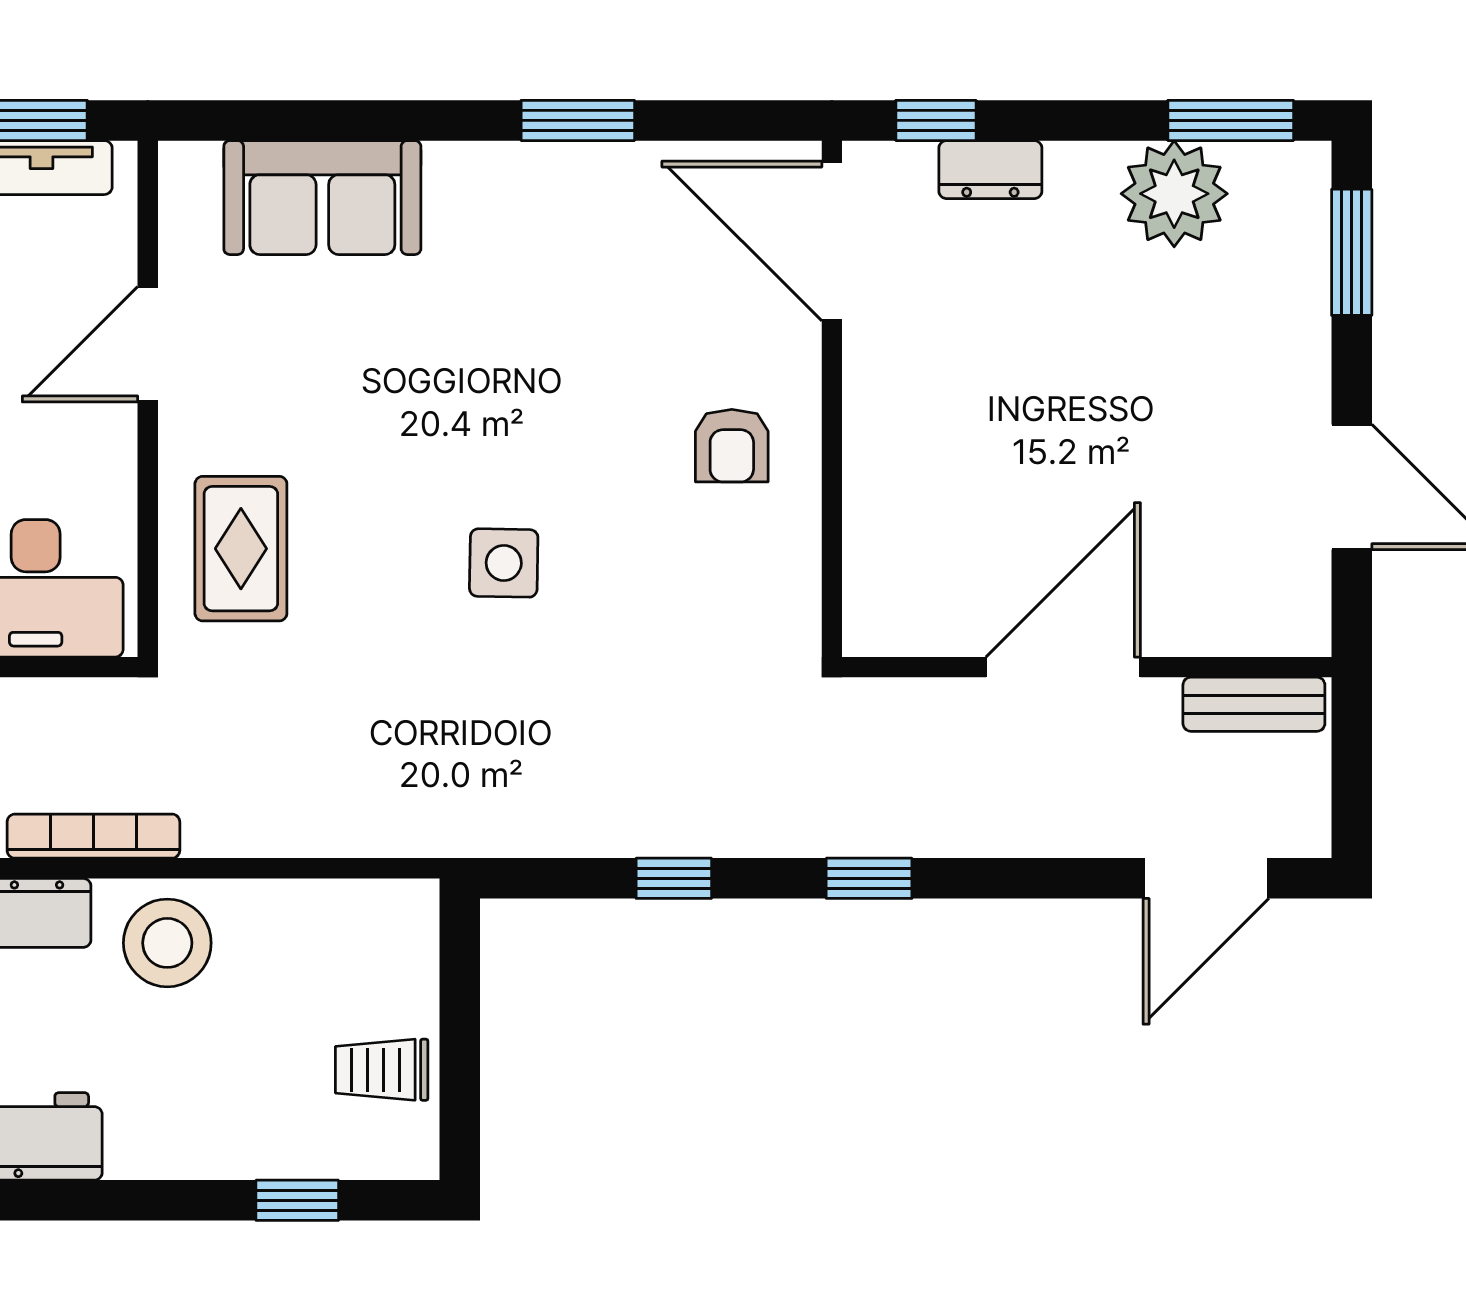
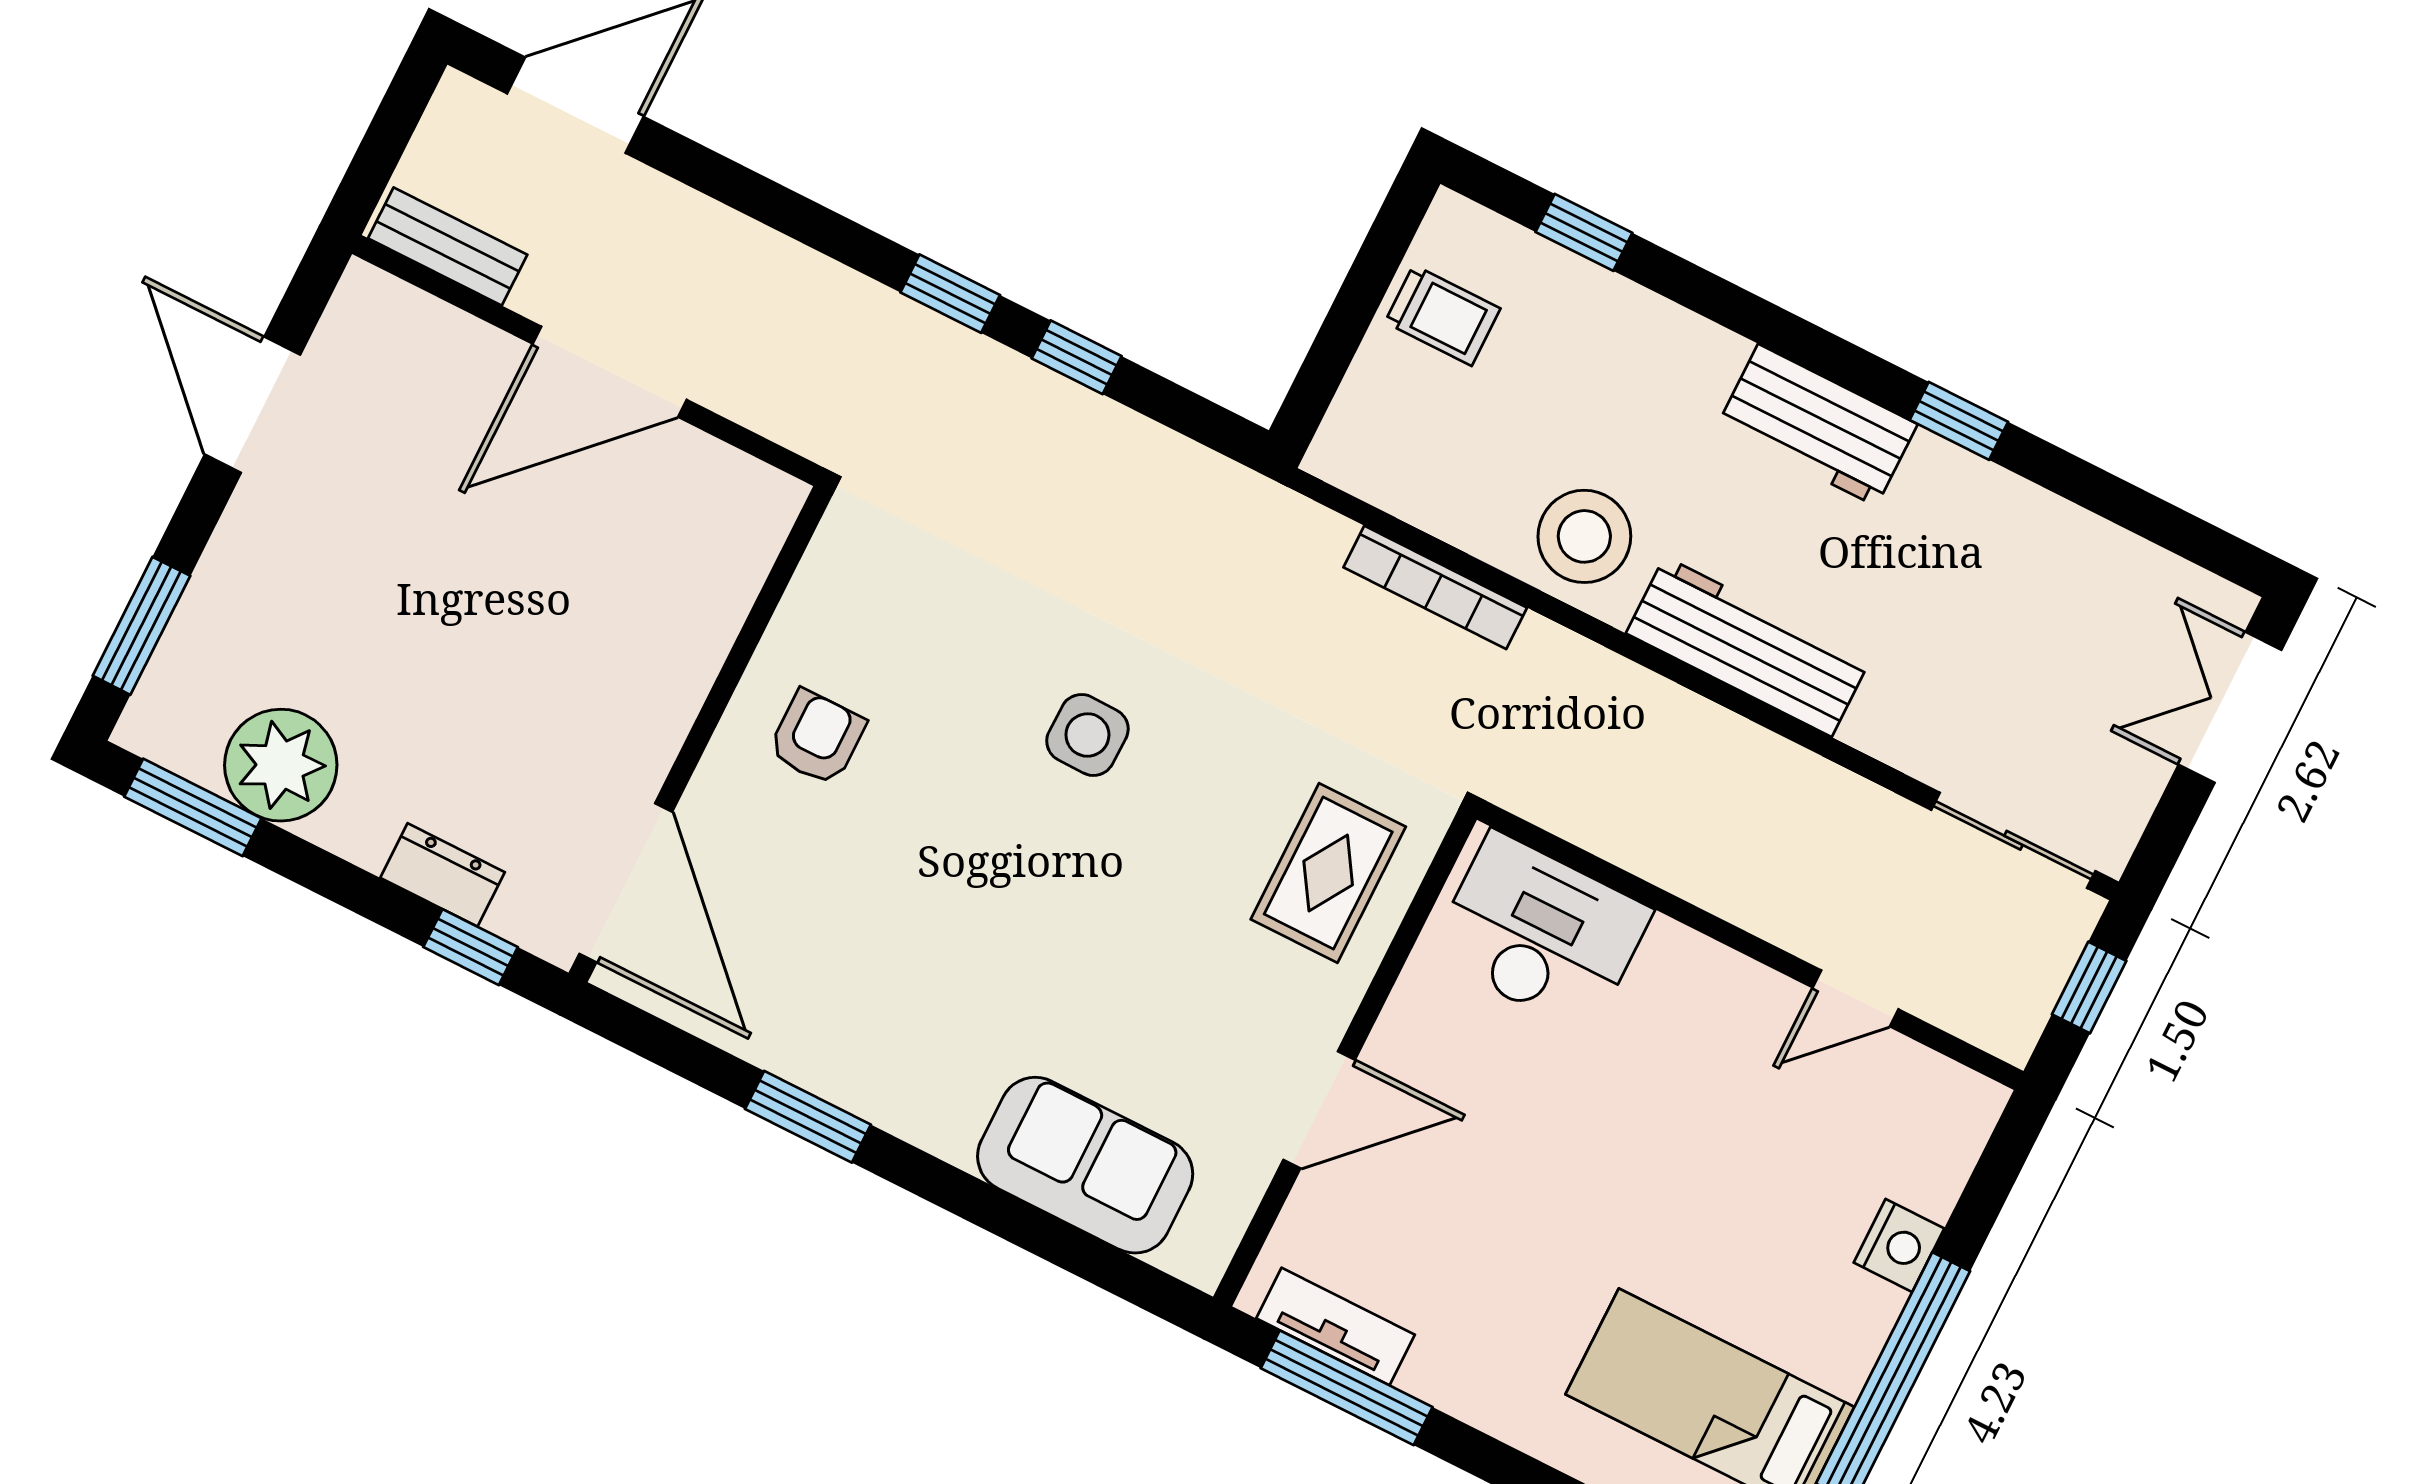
bookcase: (93, 836) -> (1435, 587), moved
window: (869, 878) -> (950, 294), moved

